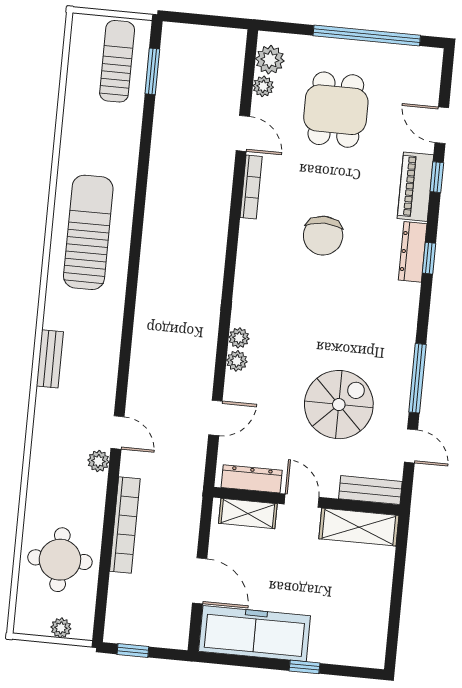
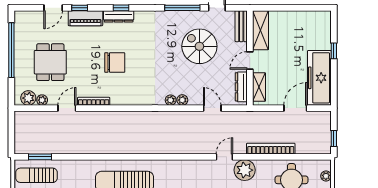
dining table: (336, 110) -> (50, 62), turned 90
plant: (98, 461) -> (245, 170), width x1.88, depth x1.88

